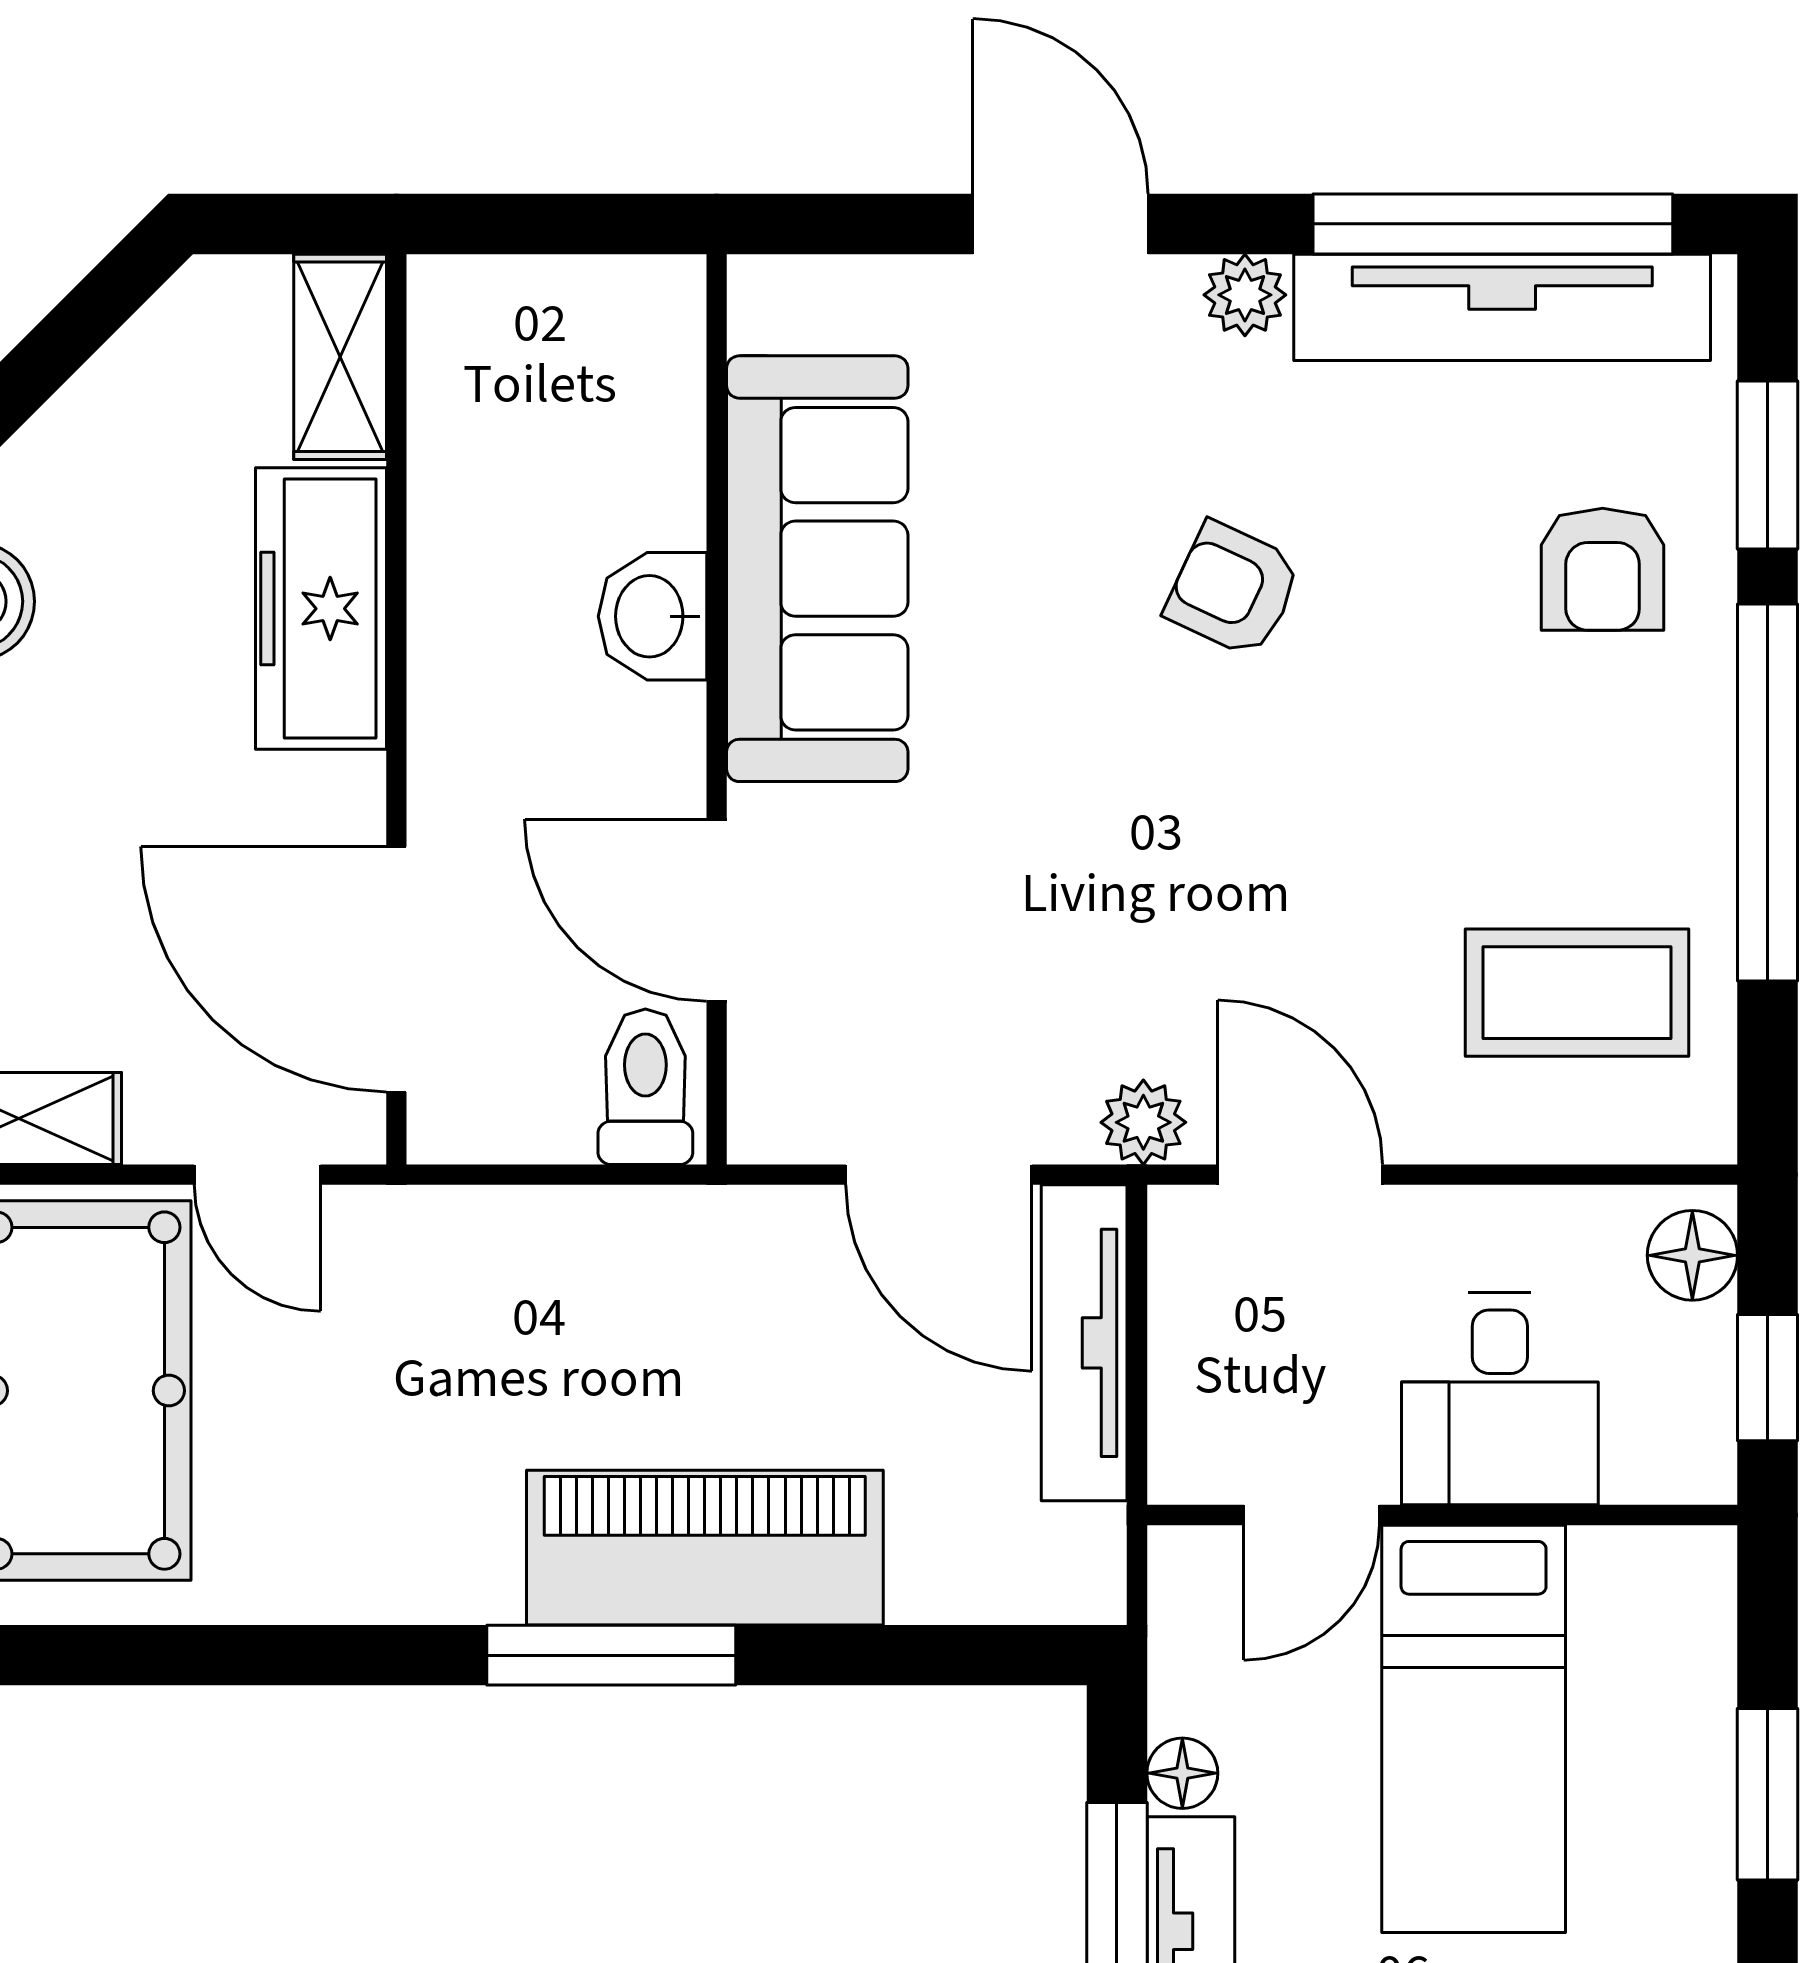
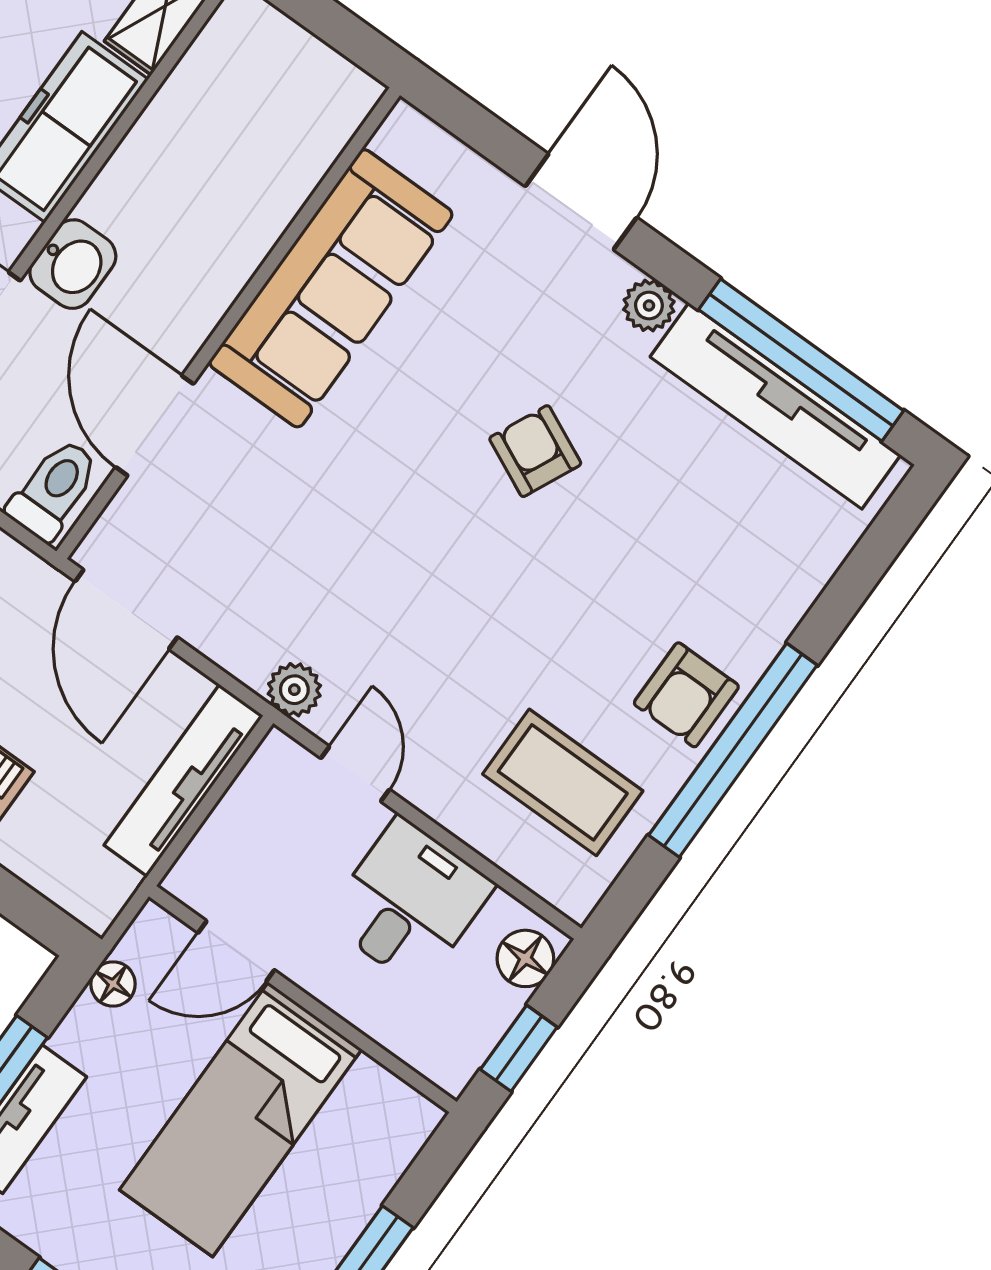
window: (1768, 465) -> (853, 583), removed
armchair: (1603, 569) -> (686, 695), moved
washbasin: (653, 616) -> (73, 264), moved, turned 180
door: (939, 1175) -> (126, 609), moved
door: (1300, 1175) -> (355, 774), width x0.73
desk: (1500, 1399) -> (409, 902), moved, turned 180
floor lamp: (1182, 1773) -> (113, 984), moved

